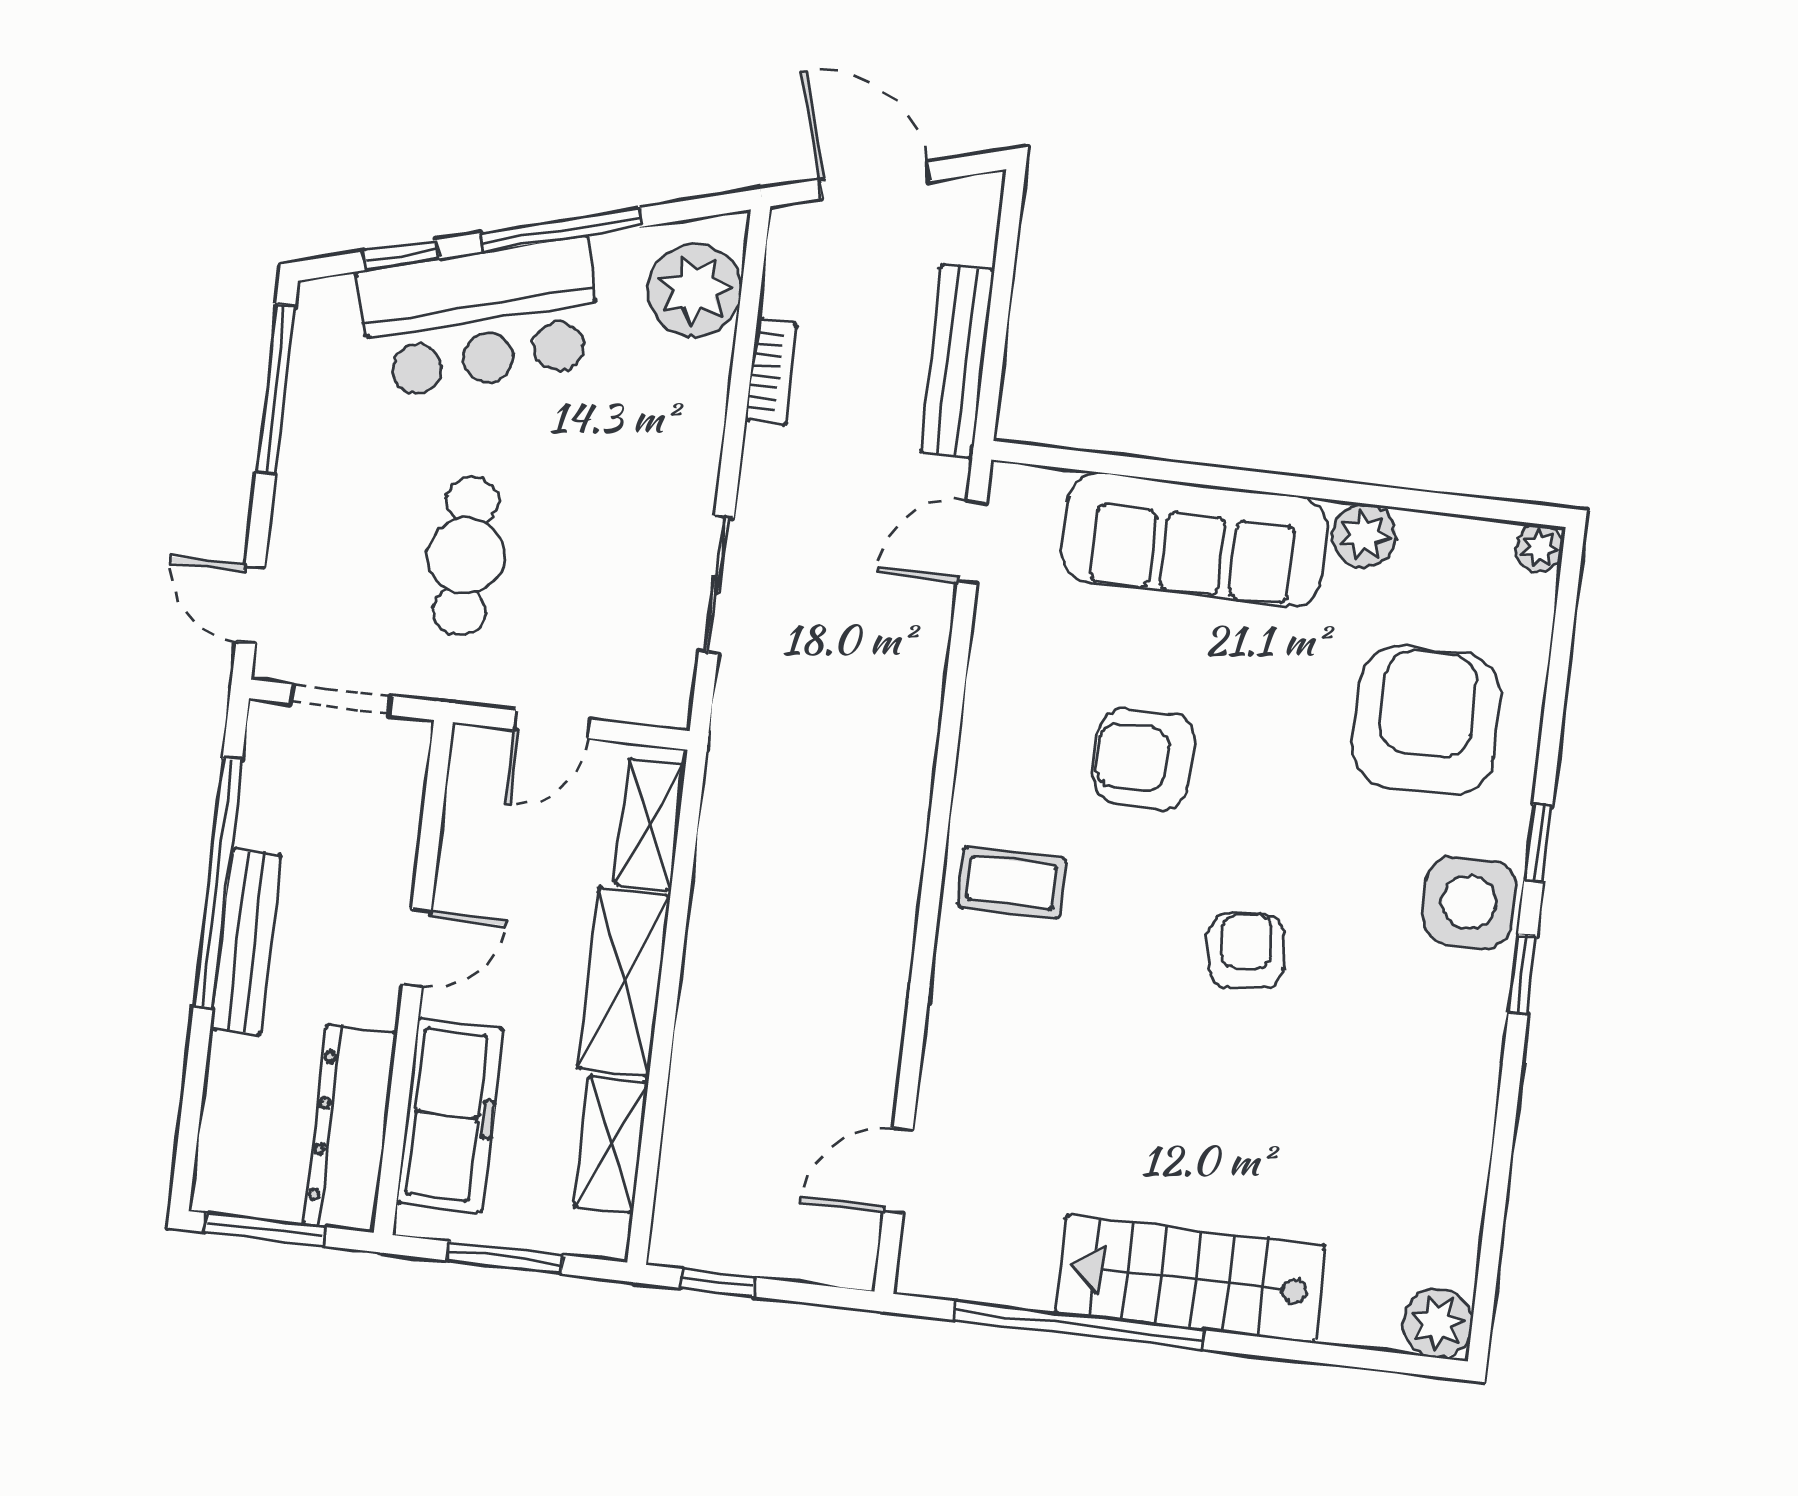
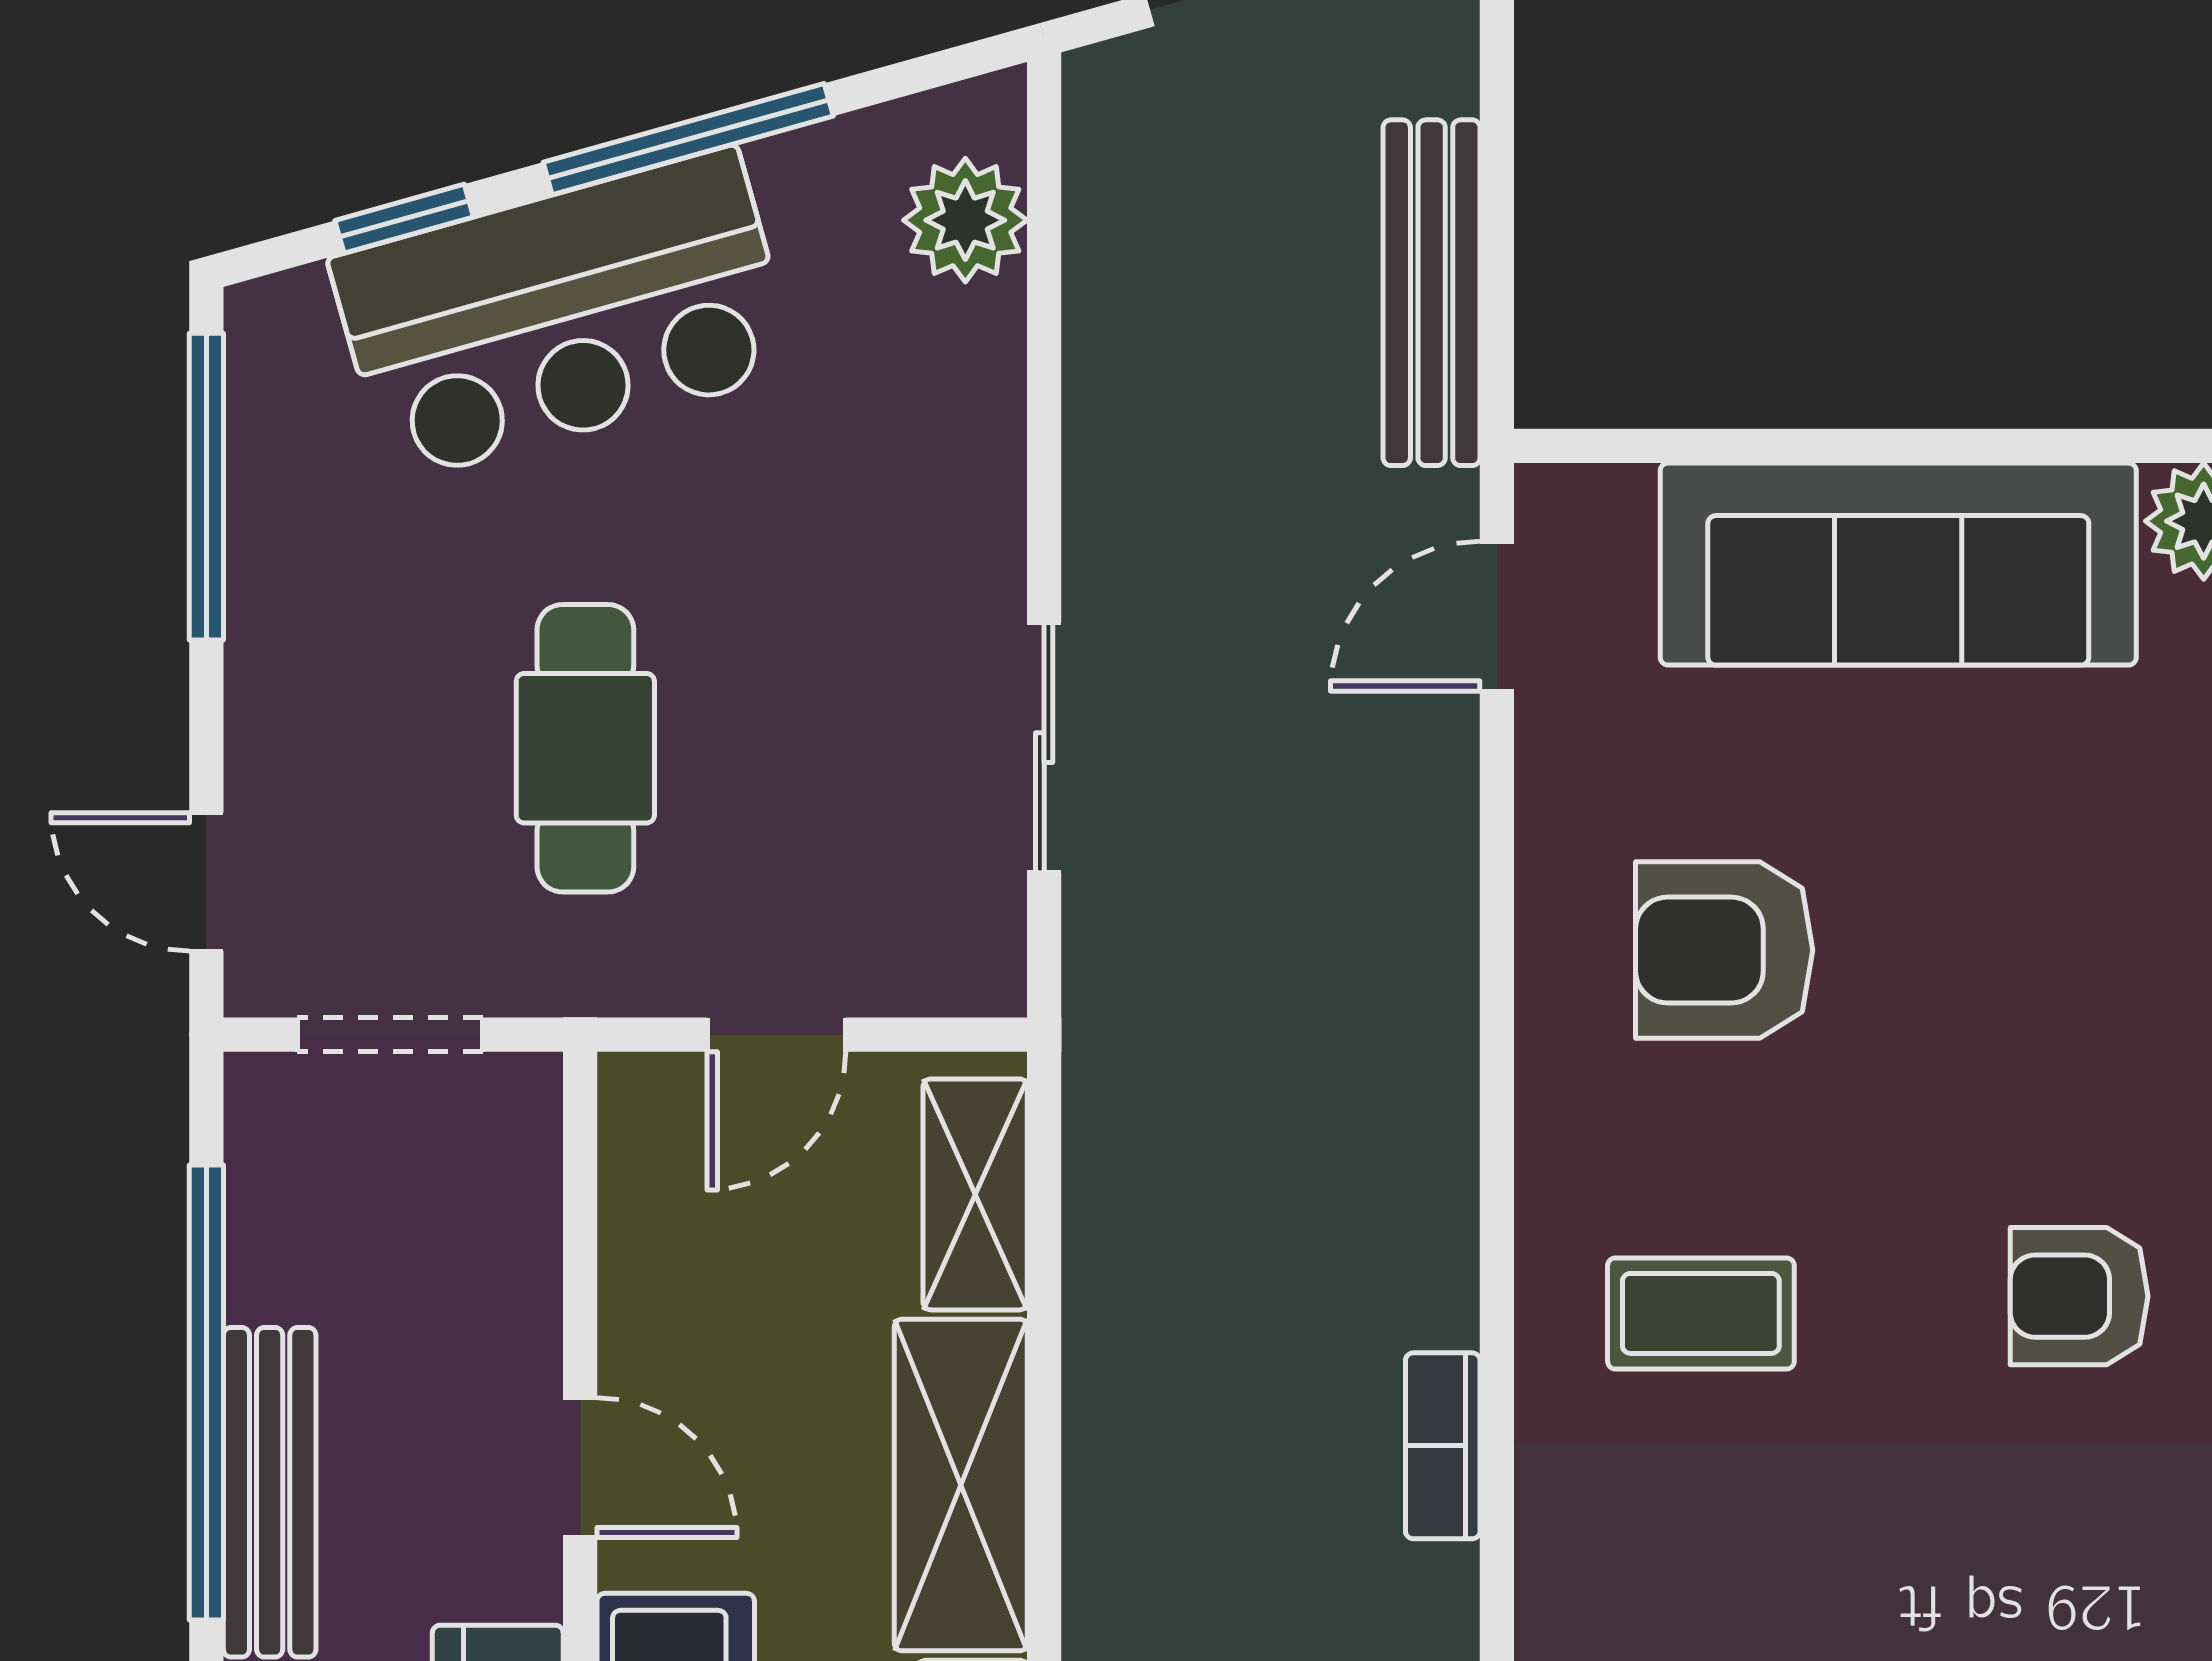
plant: (695, 290) -> (965, 220), width x0.73, depth x0.73
bookcase: (771, 372) -> (1443, 1446), moved, turned 180
armchair: (1143, 759) -> (1724, 950), moved
coffee table: (1012, 883) -> (1701, 1313), moved
door: (417, 948) -> (580, 1468), hinge flipped
armchair: (1246, 951) -> (2079, 1296), turned -84

